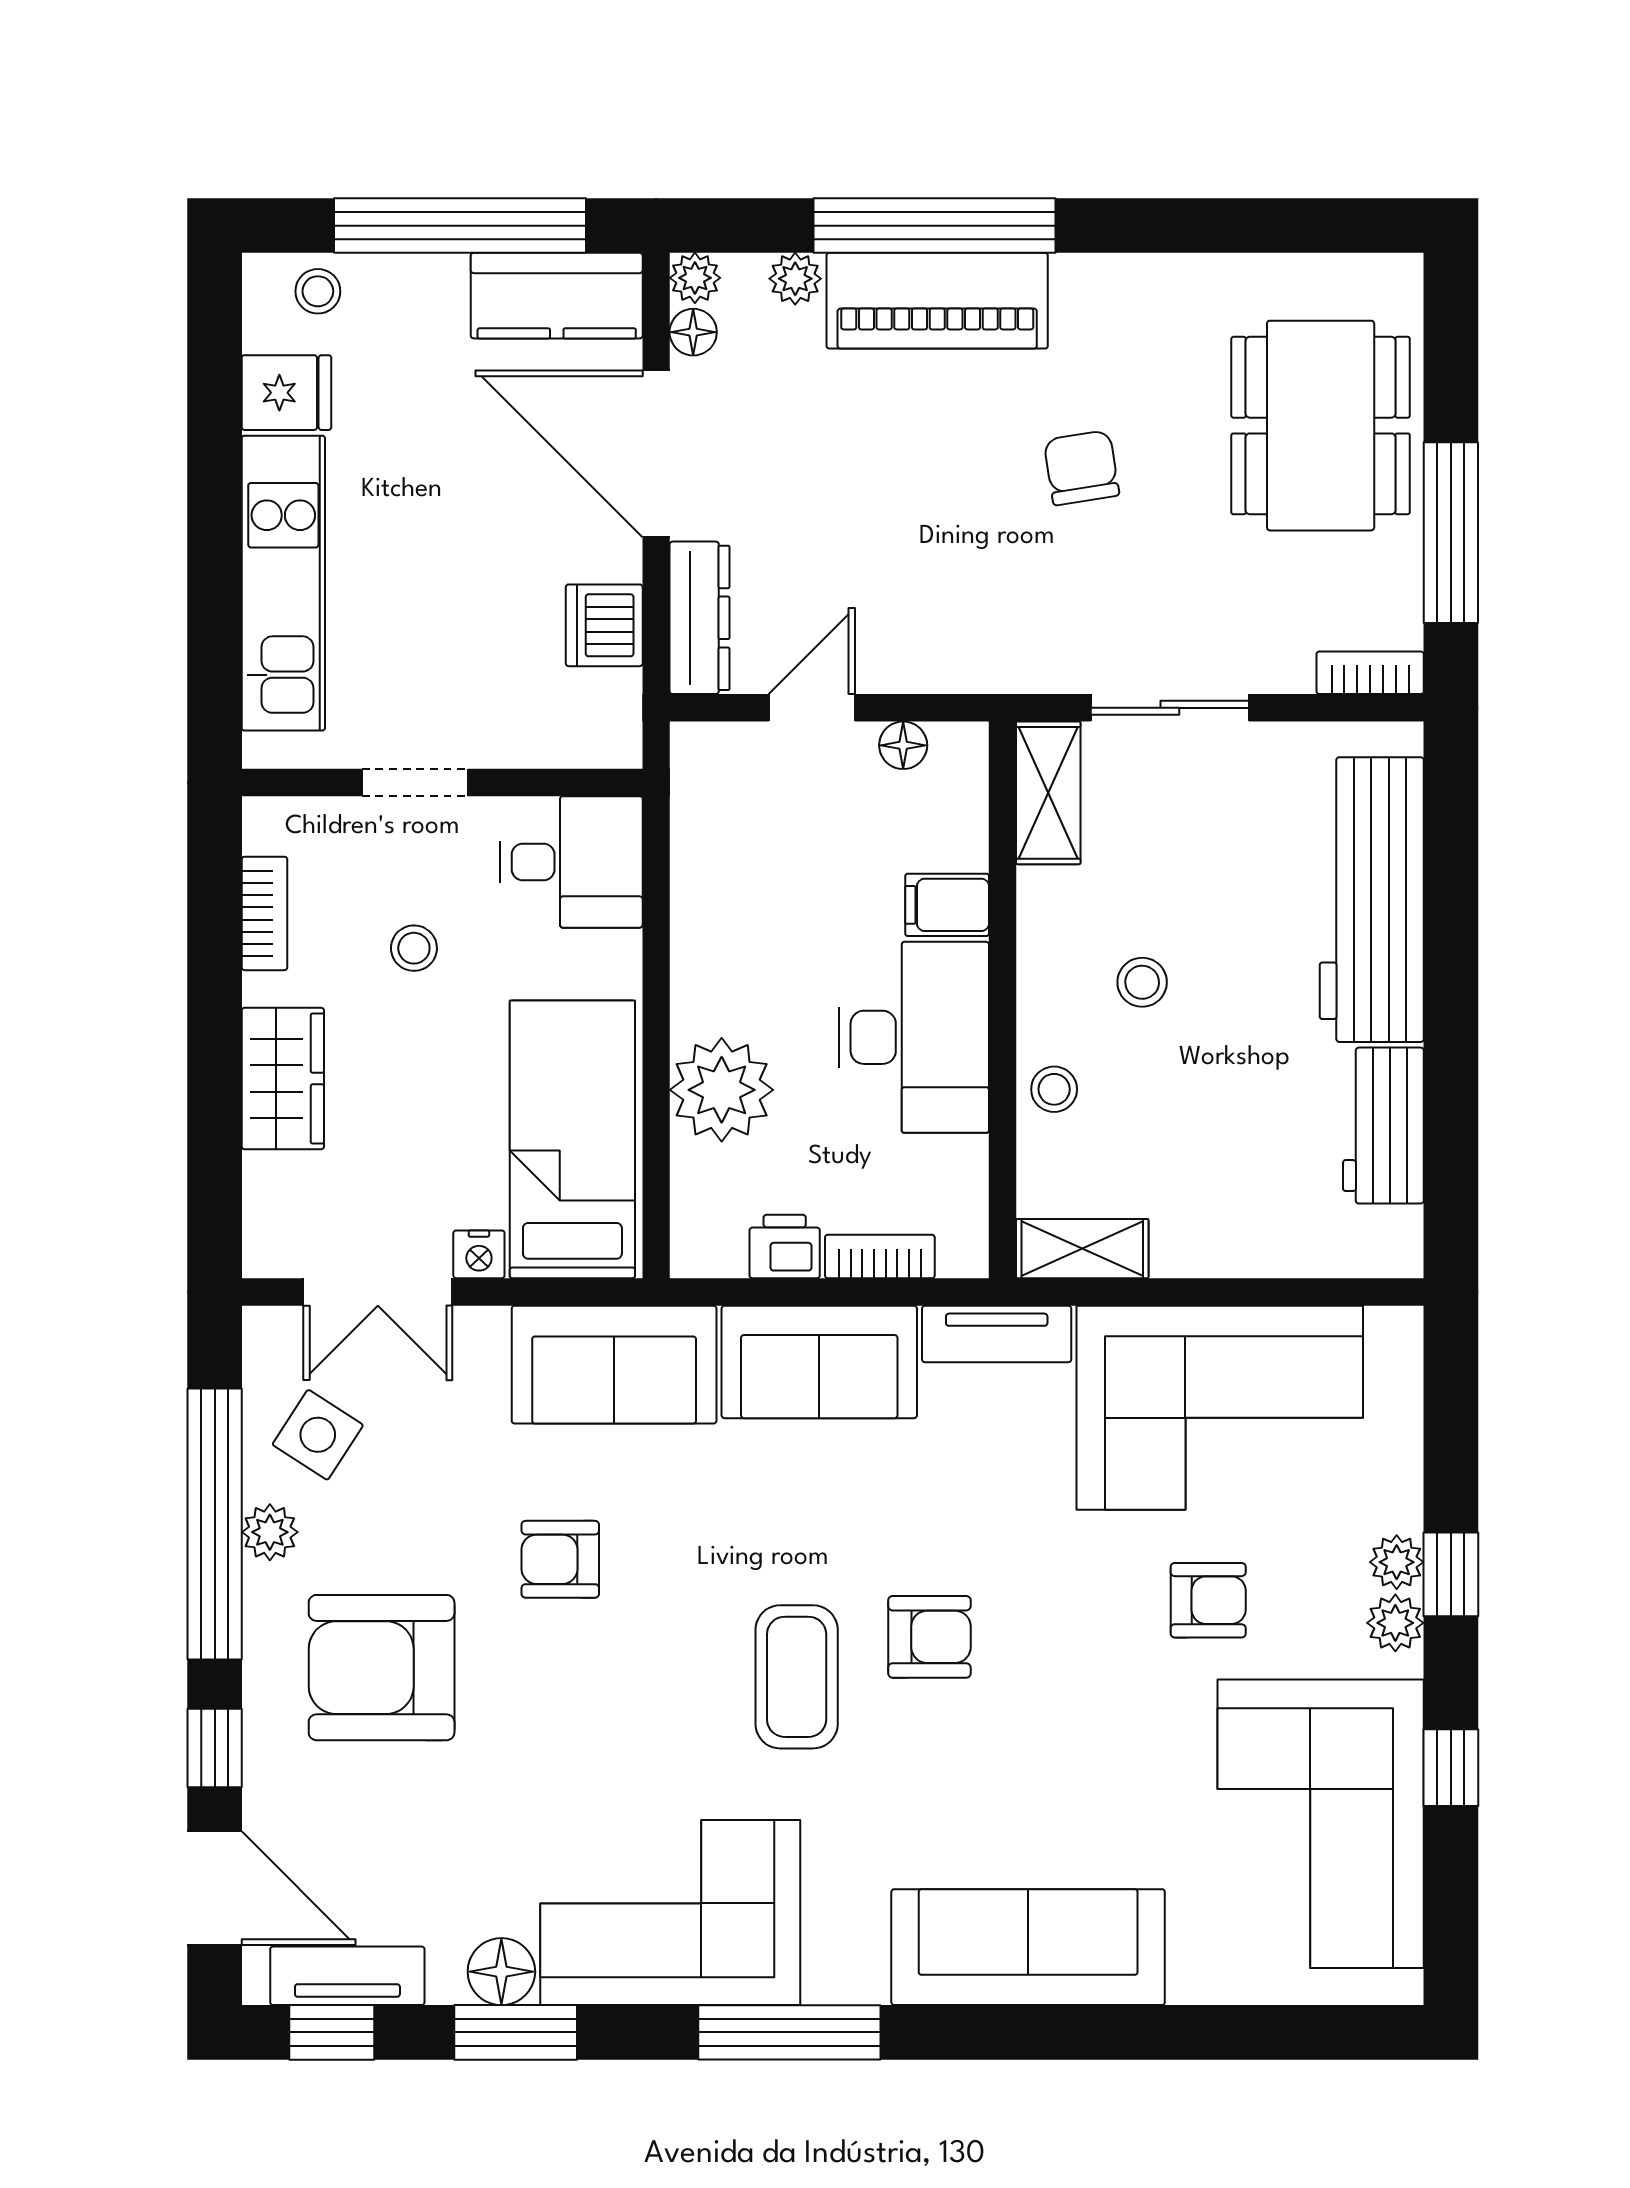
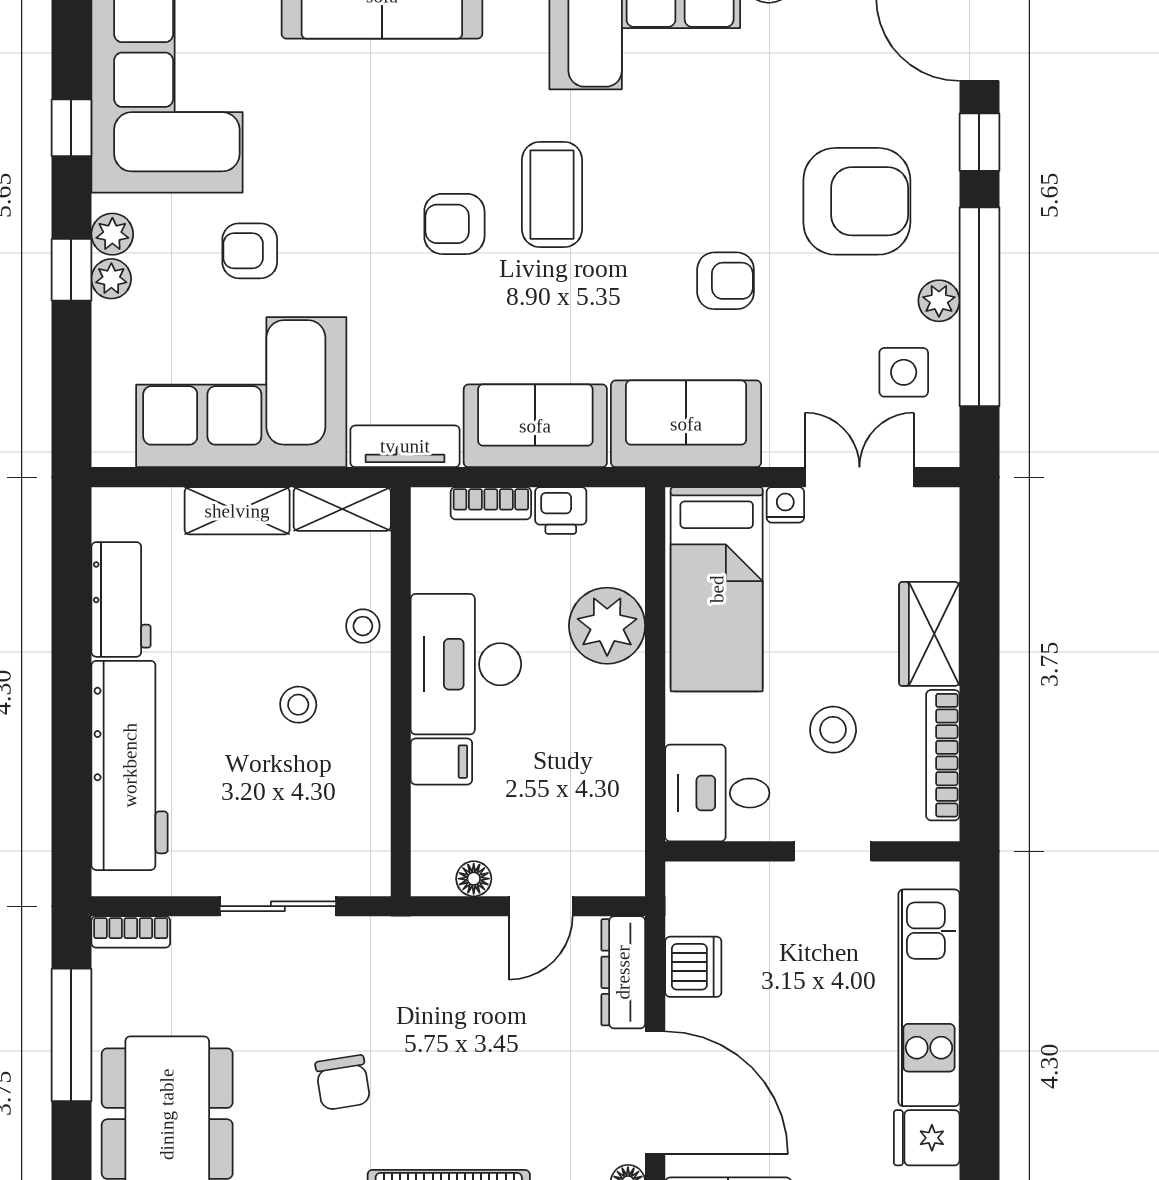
shelving: (1048, 793) -> (237, 511), moved, turned 90
bookcase: (264, 913) -> (943, 755), width x1.56
stool: (414, 948) -> (833, 730), width x1.37, depth x1.37
side table: (318, 1435) -> (904, 372), turned -33

